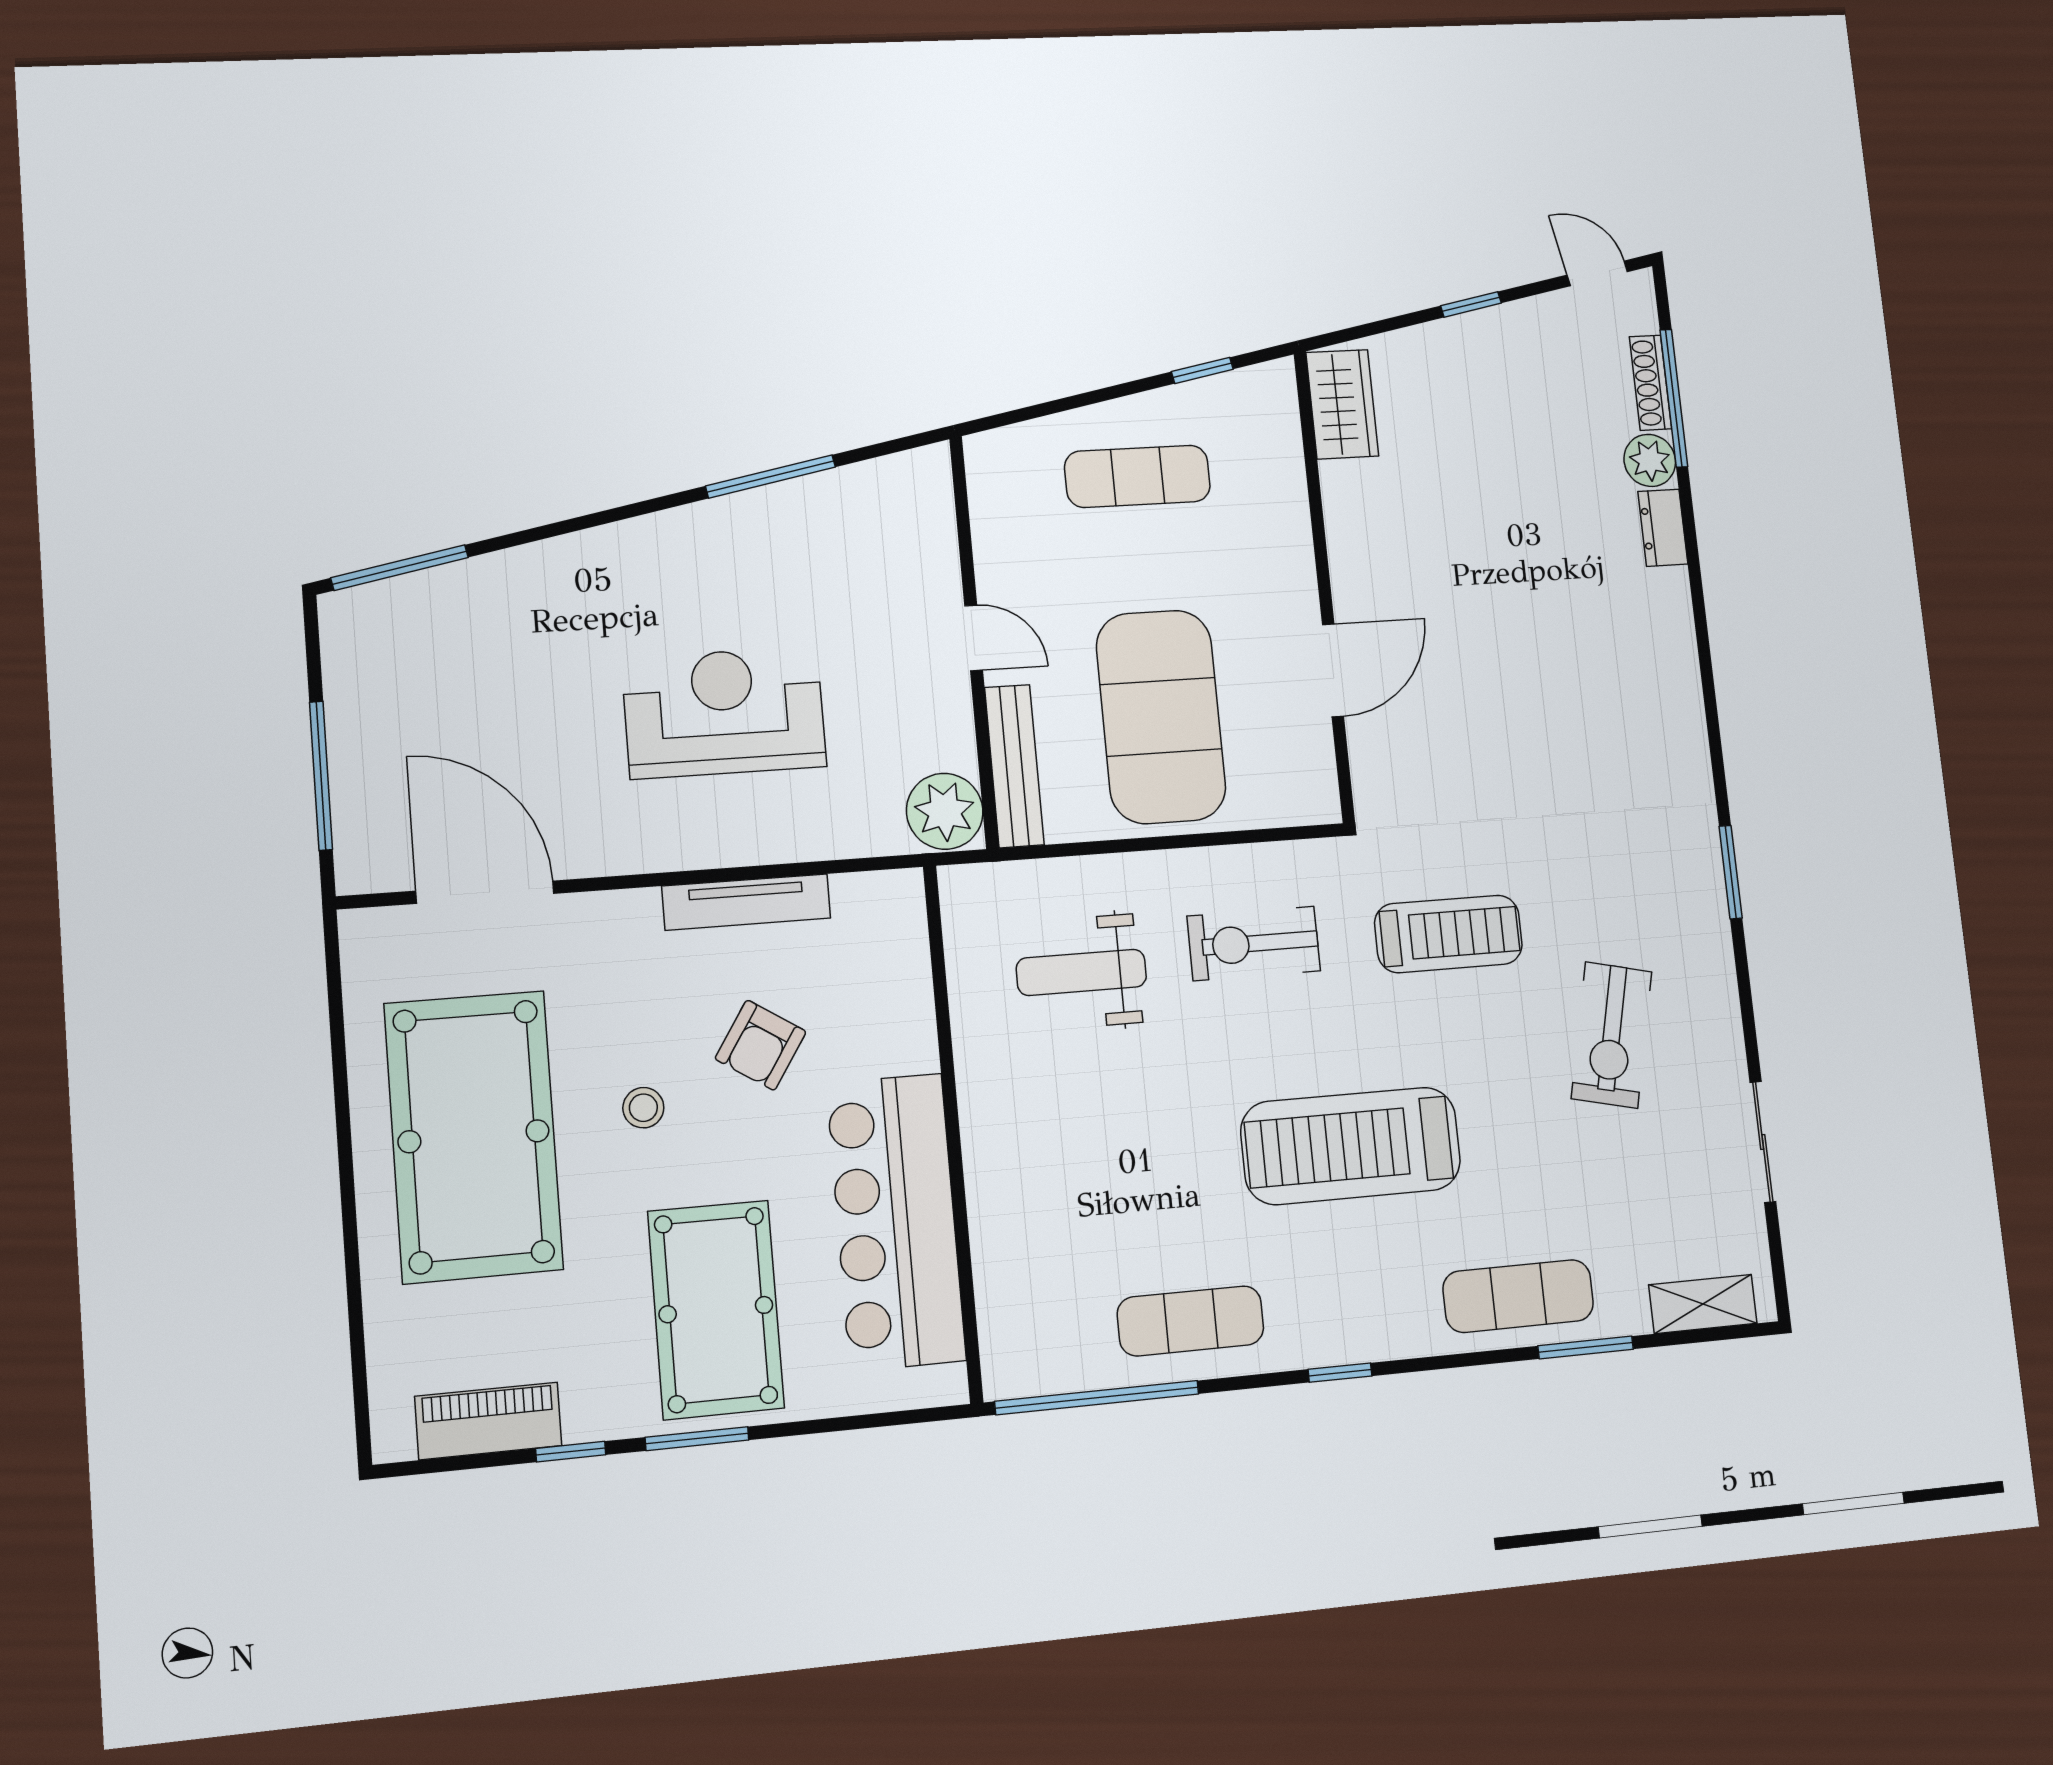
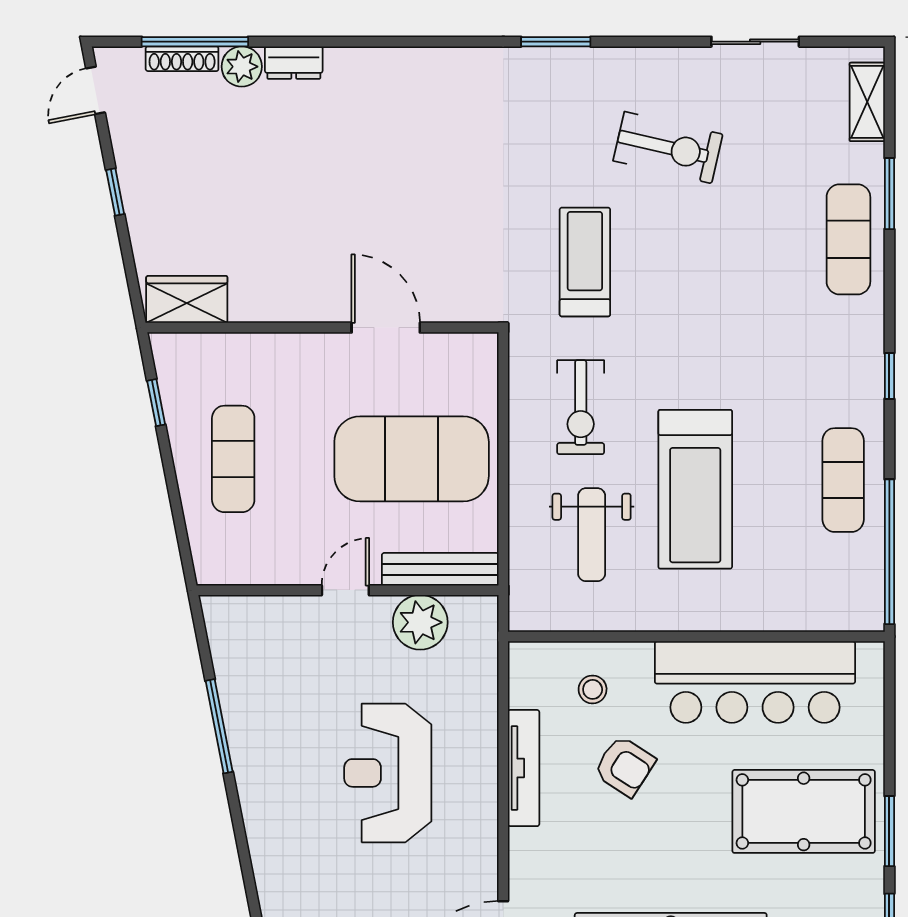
plant: (945, 811) -> (420, 622), moved
stool: (643, 1108) -> (593, 689), moved
treadmill: (1351, 1146) -> (695, 489), moved

